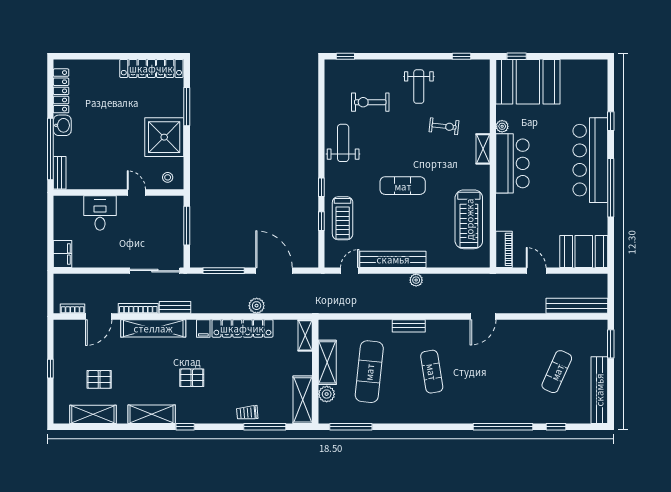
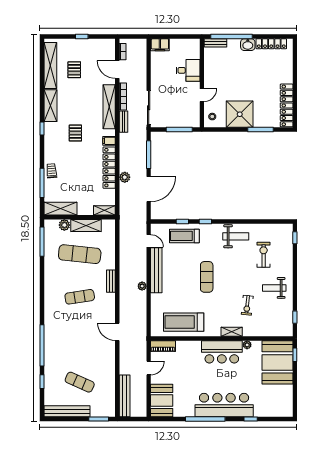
shelving: (93, 414) -> (50, 66), width x1.47

